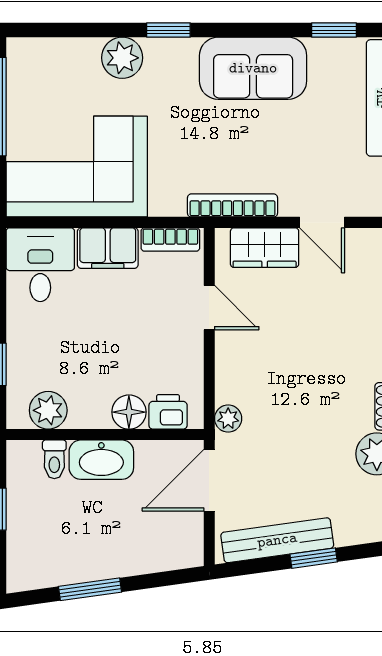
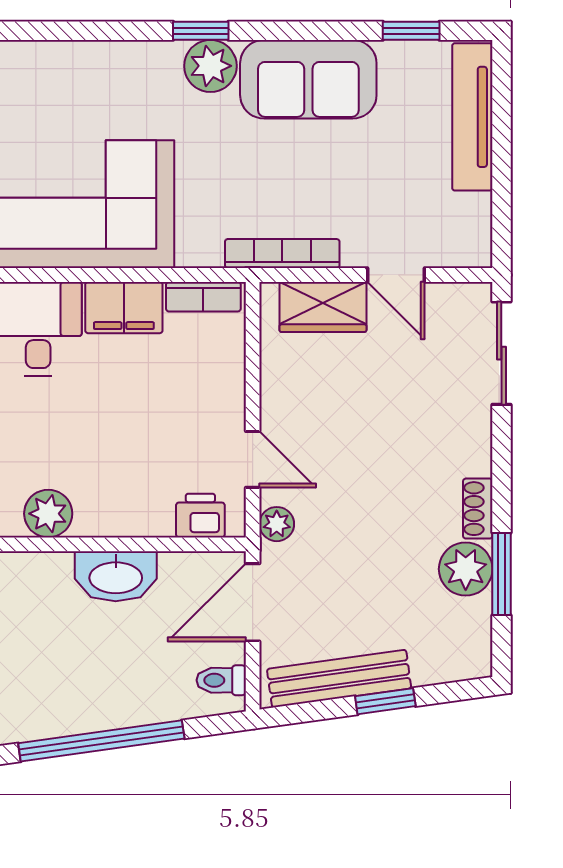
plant: (122, 58) -> (210, 66), moved
door: (209, 308) -> (253, 459), moved
floor lamp: (129, 412) -> (151, 516), removed
toilet: (54, 459) -> (221, 680), moved, turned 90
window: (90, 589) -> (101, 741), width x2.11

